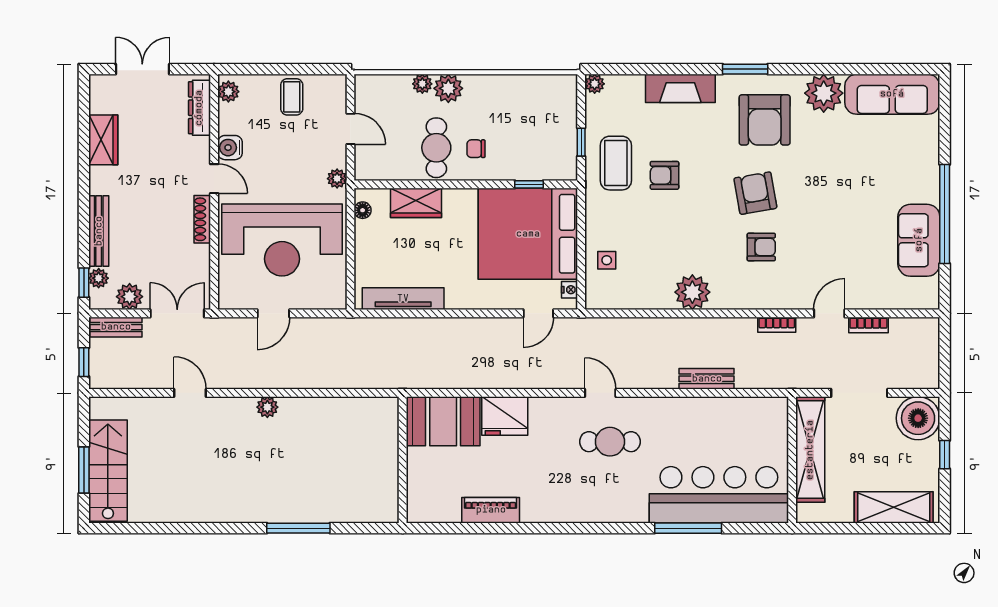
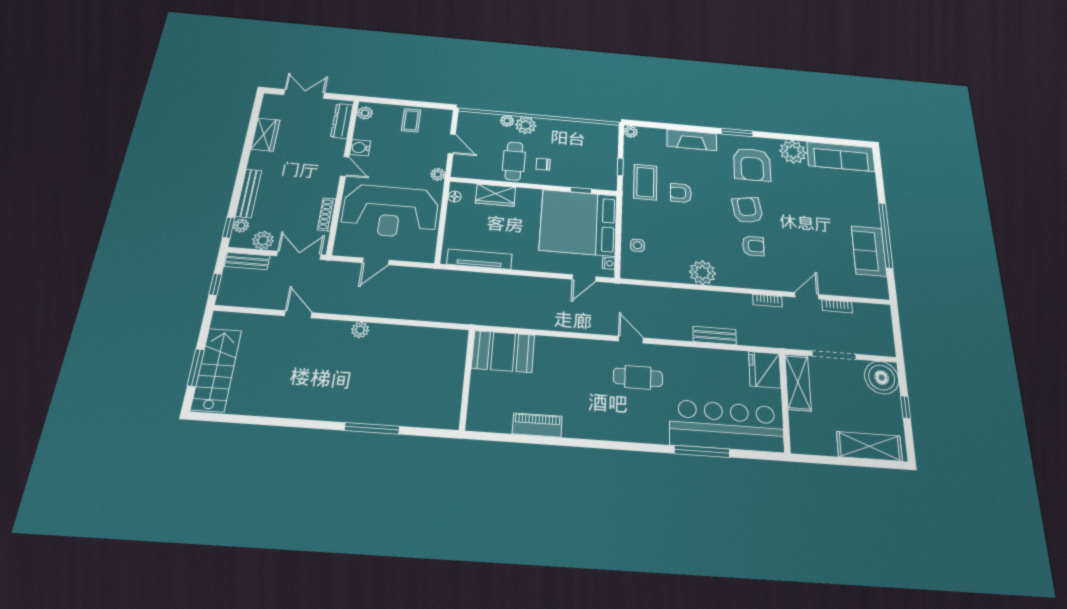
shoe rack: (202, 219) -> (327, 214), moved
fridge: (505, 416) -> (765, 370), moved, turned 90
shelving: (810, 450) -> (798, 382), width x0.68

